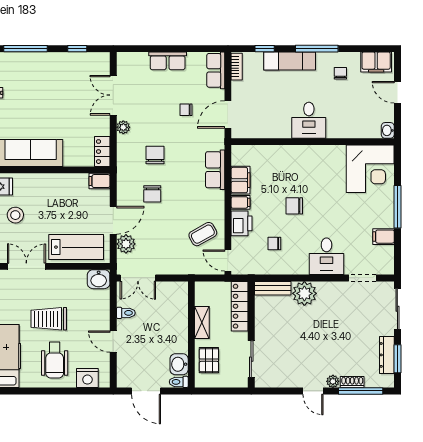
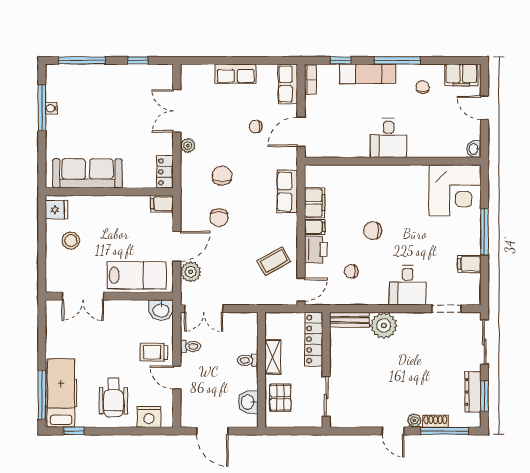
door: (228, 260) -> (301, 290), swing flipped
double door: (26, 266) -> (83, 296), swing flipped
trolley: (49, 319) -> (154, 352), moved, width x0.73, depth x0.72
toilet: (179, 382) -> (248, 360), moved
window: (18, 391) -> (74, 431), added

